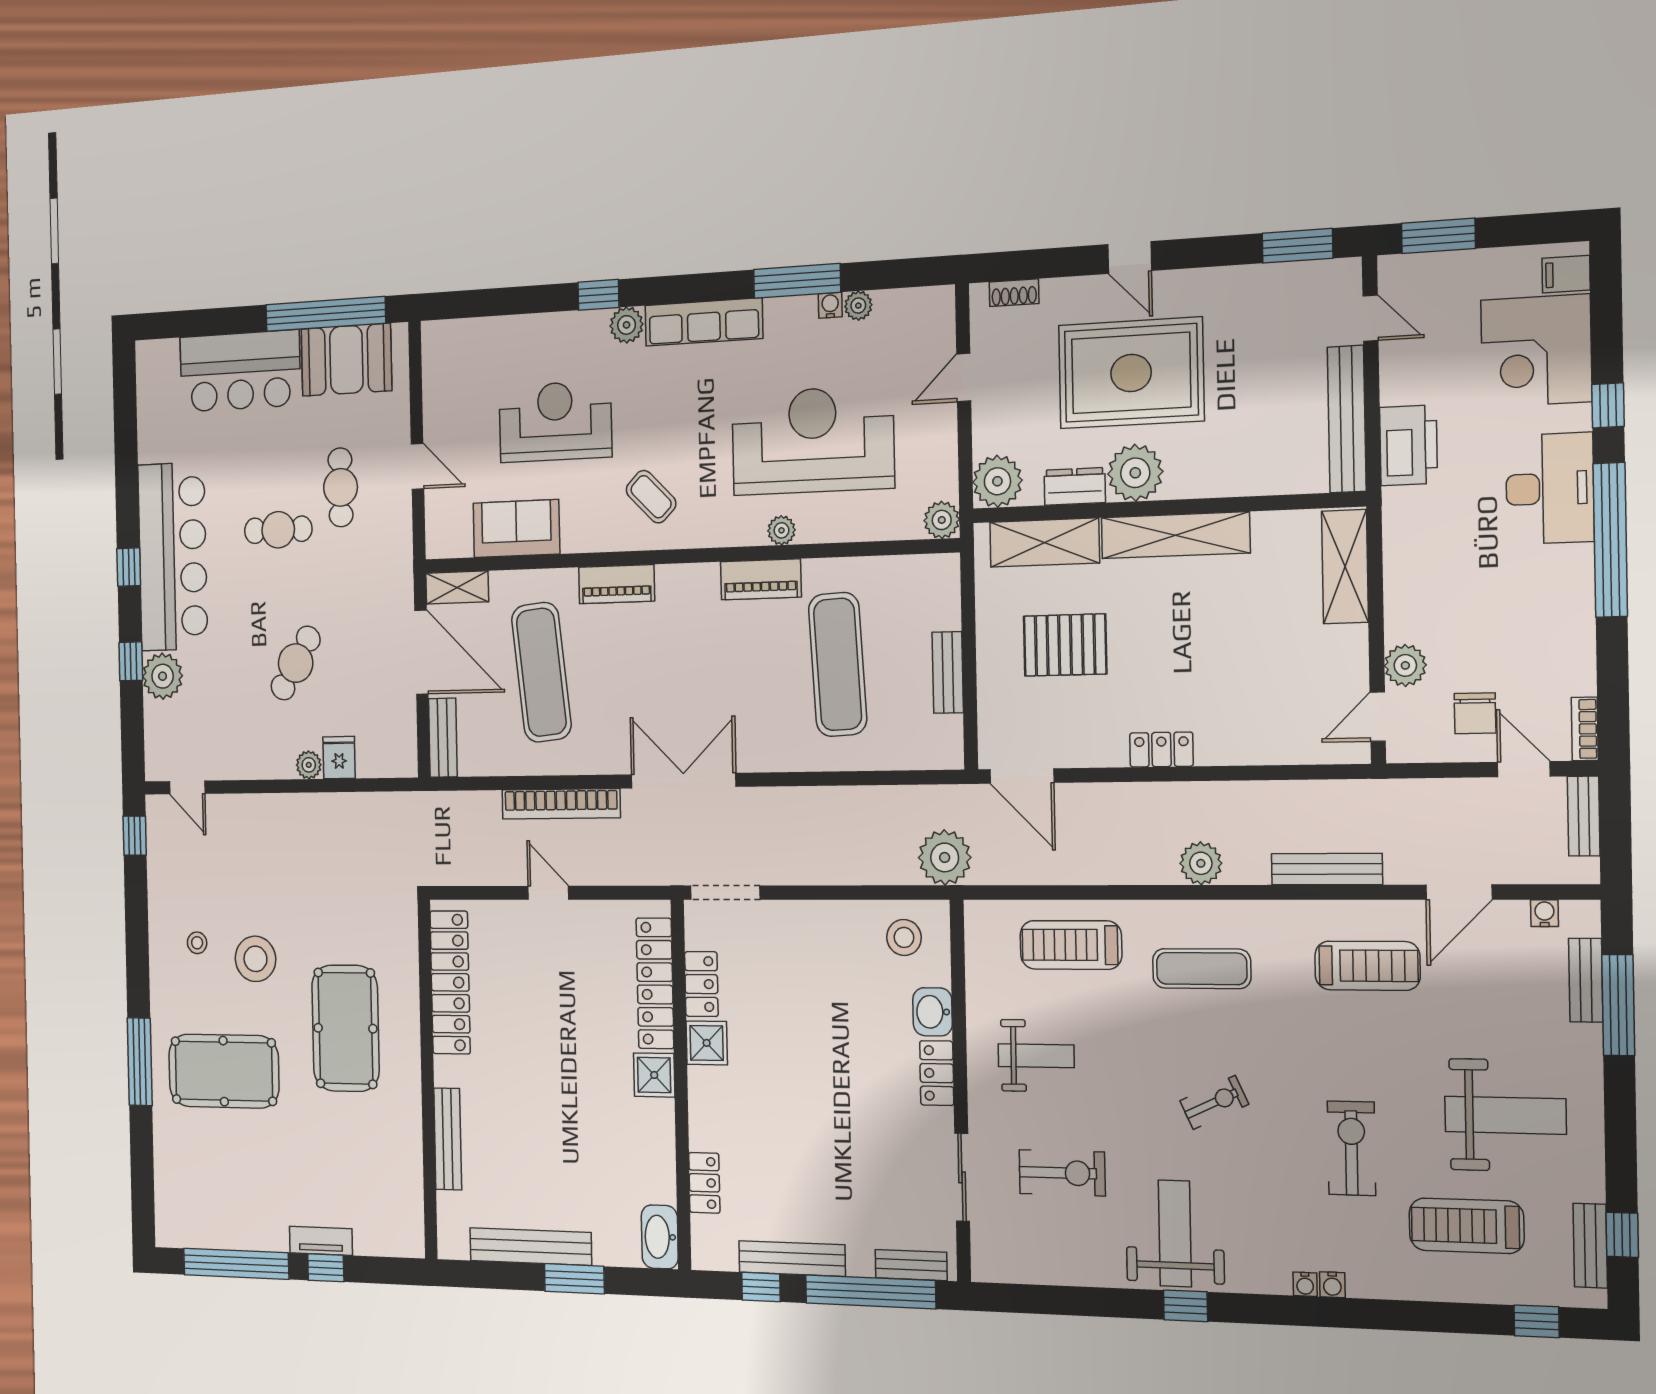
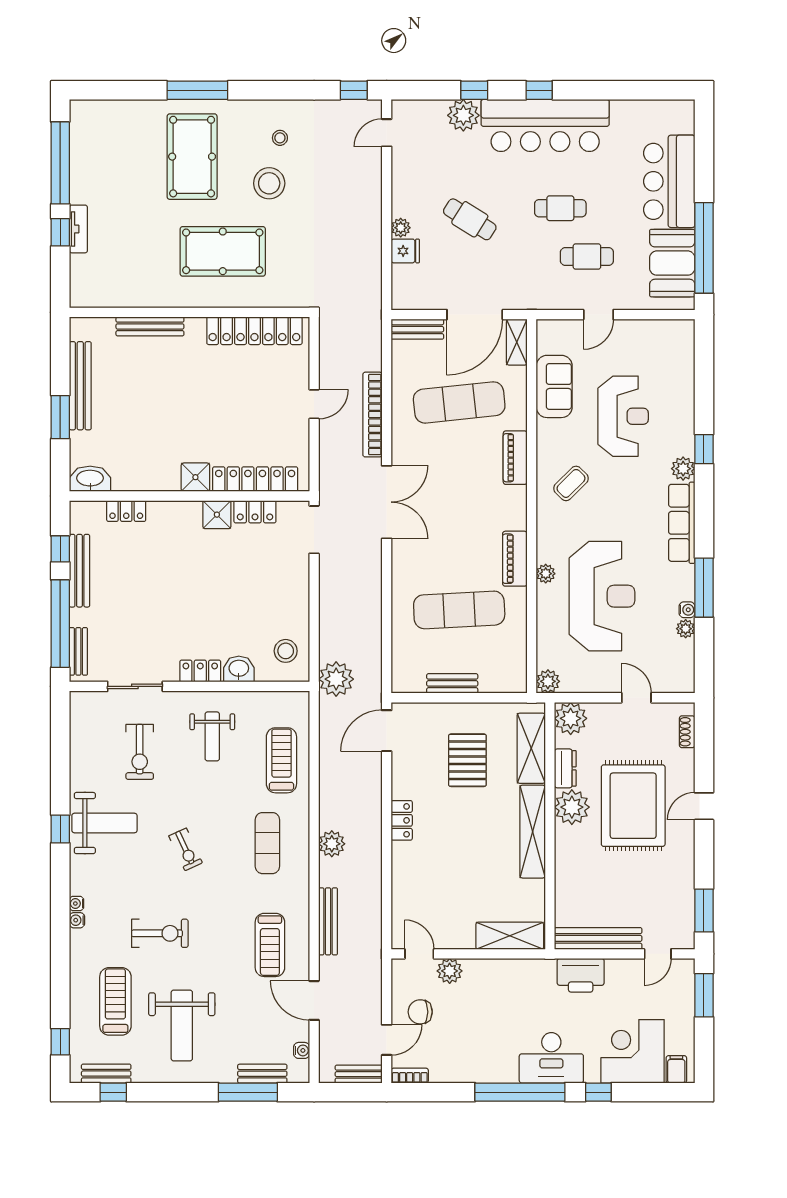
cafe table: (278, 530) -> (560, 208), turned 90

